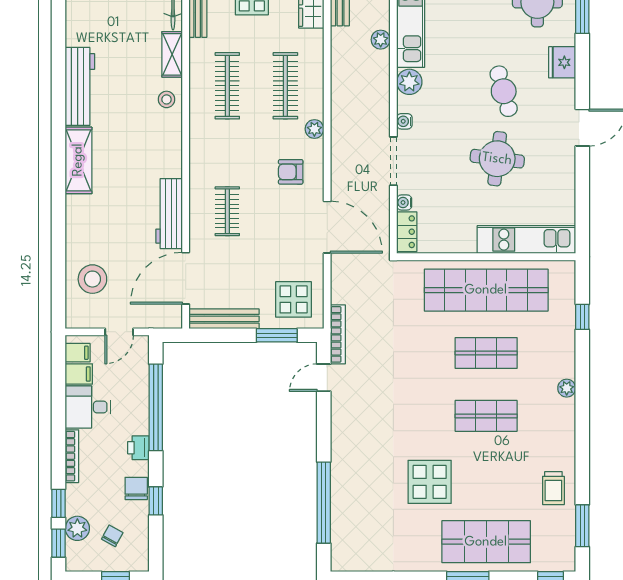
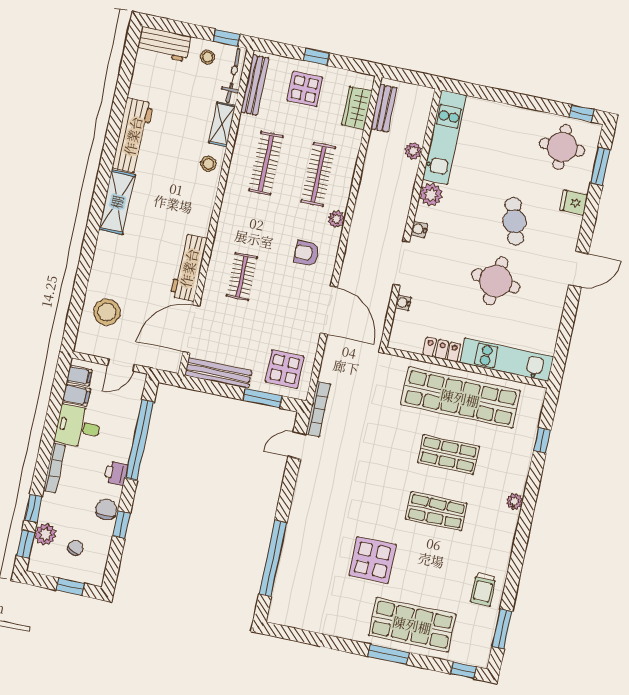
fridge: (562, 62) -> (574, 202), width x0.72
locker: (407, 232) -> (442, 350), moved, turned -90

